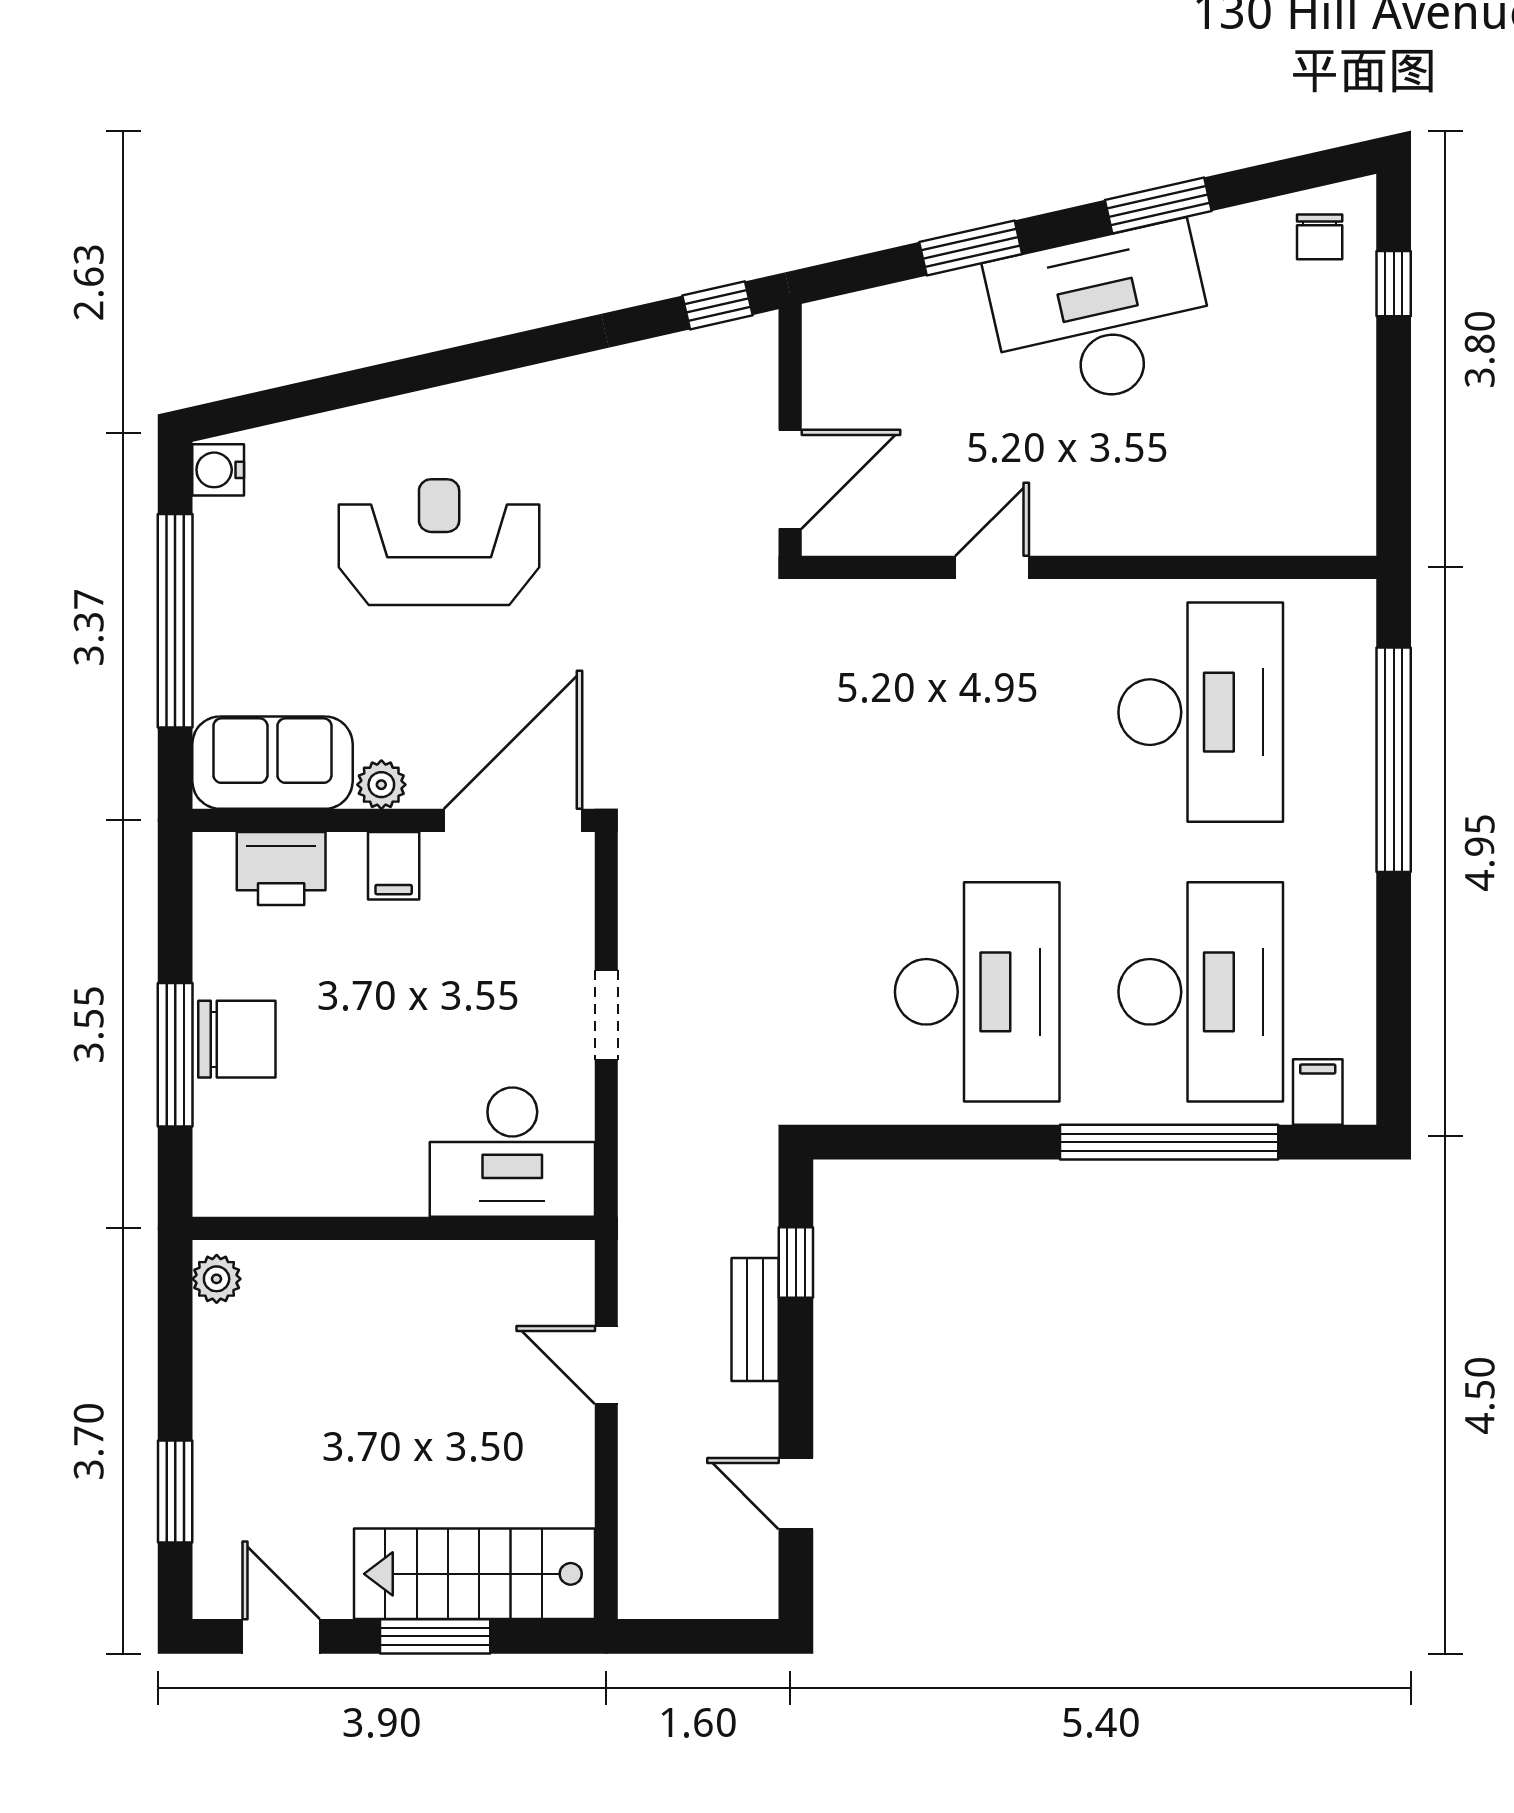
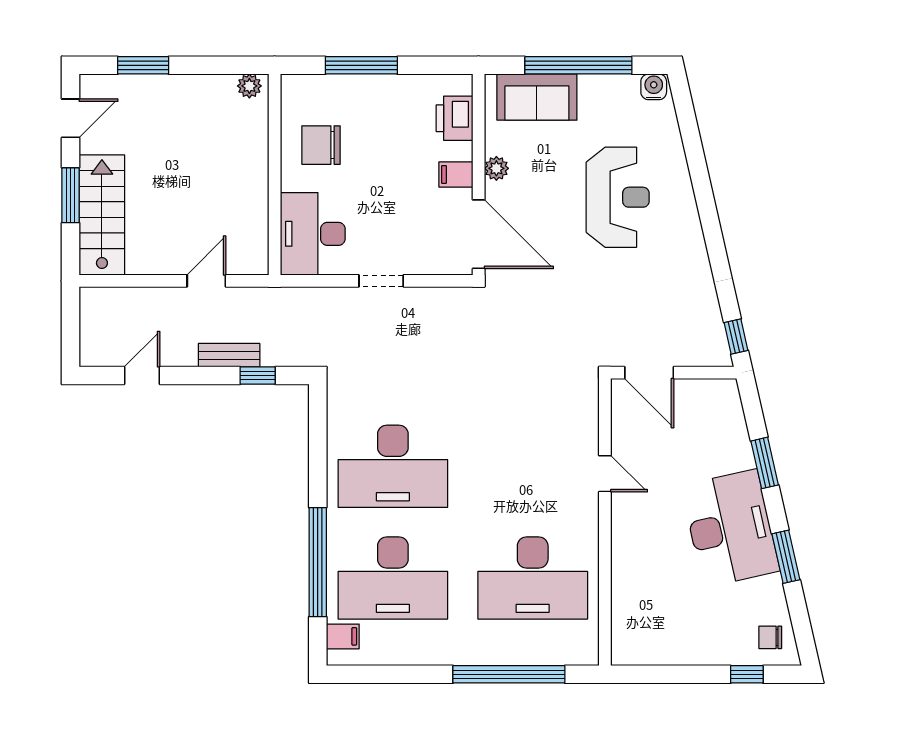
sofa: (272, 763) -> (537, 97), moved, turned 90
chair: (237, 1039) -> (321, 145), moved, turned 90

